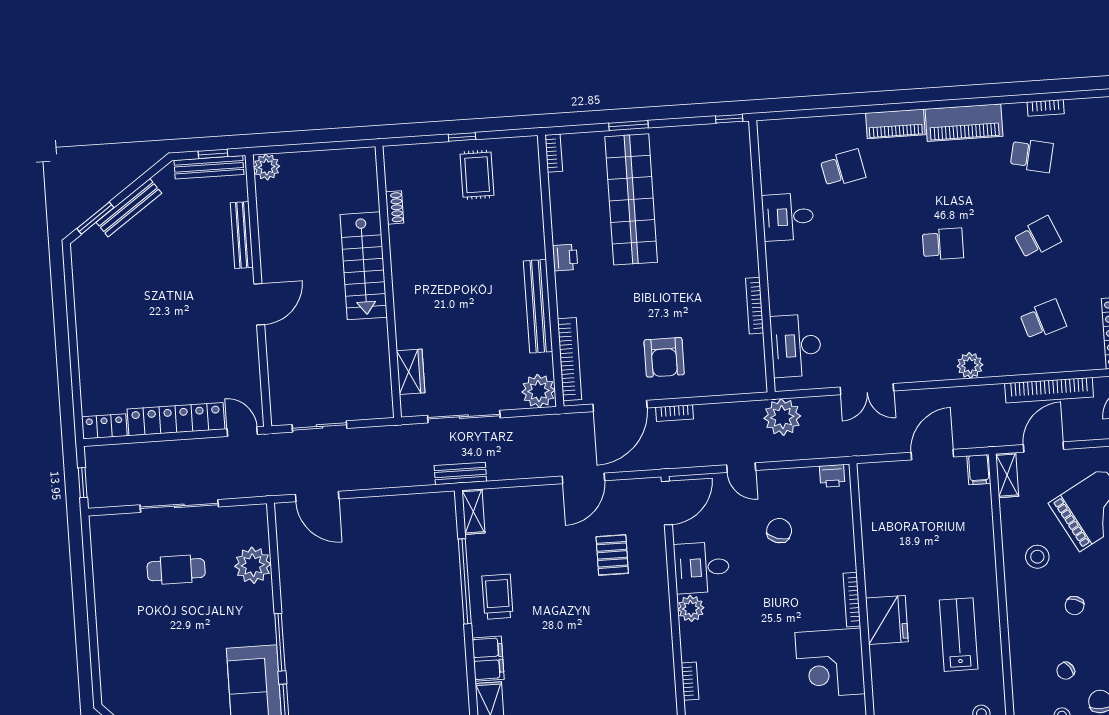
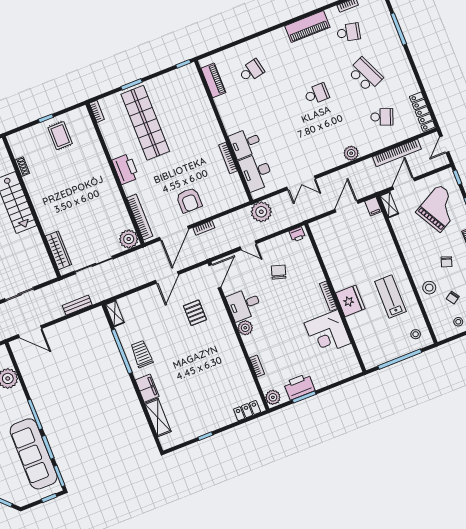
piano: (895, 124) -> (213, 80), moved, turned -90
desk: (788, 217) -> (245, 143), moved
school desk: (1037, 238) -> (365, 75), width x1.85
printer: (565, 257) -> (125, 169), width x1.87, depth x1.48
bench: (538, 306) -> (114, 195), removed
school desk: (1043, 320) -> (382, 117), turned 39
wardrobe: (411, 372) -> (58, 250), width x1.50
bench: (460, 473) -> (77, 305), moved
stool: (1037, 557) -> (429, 288), moved

